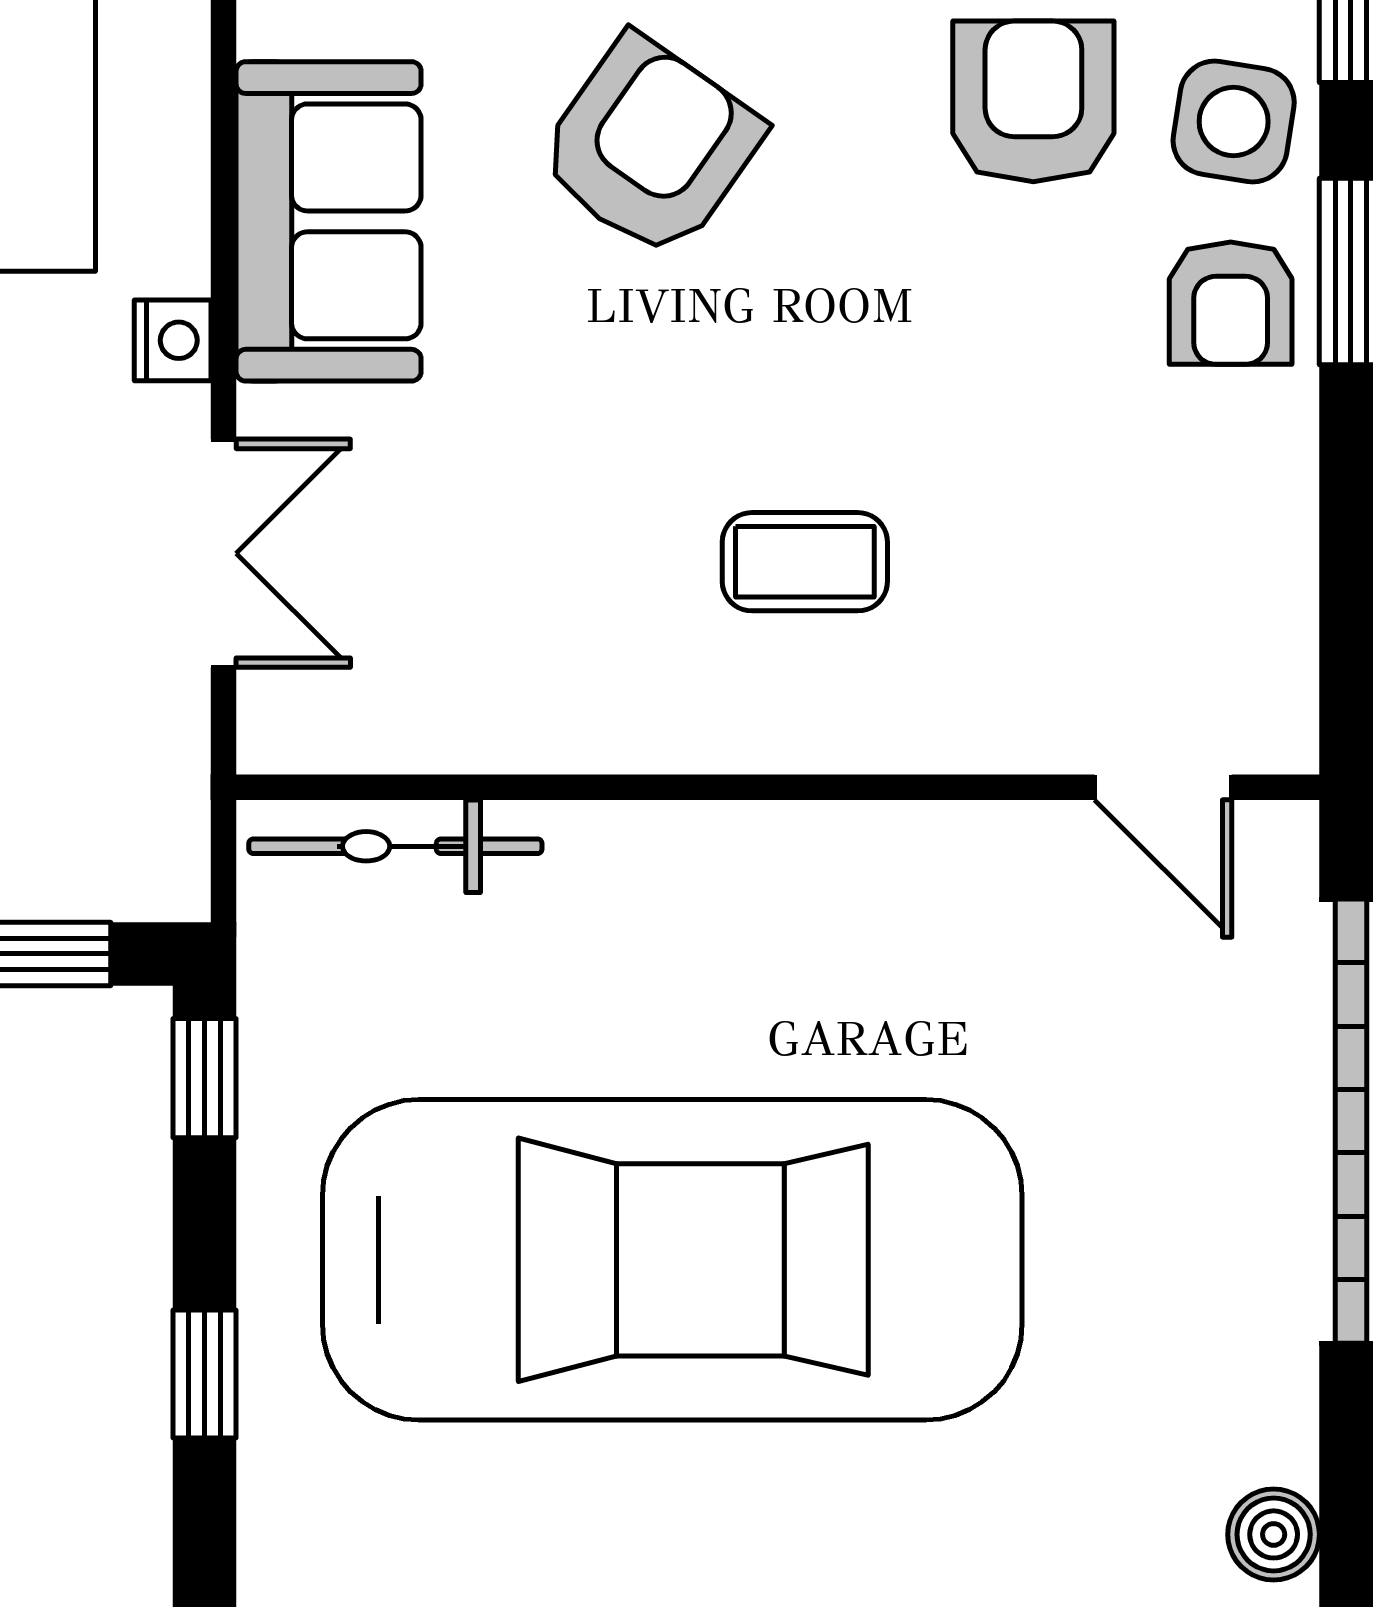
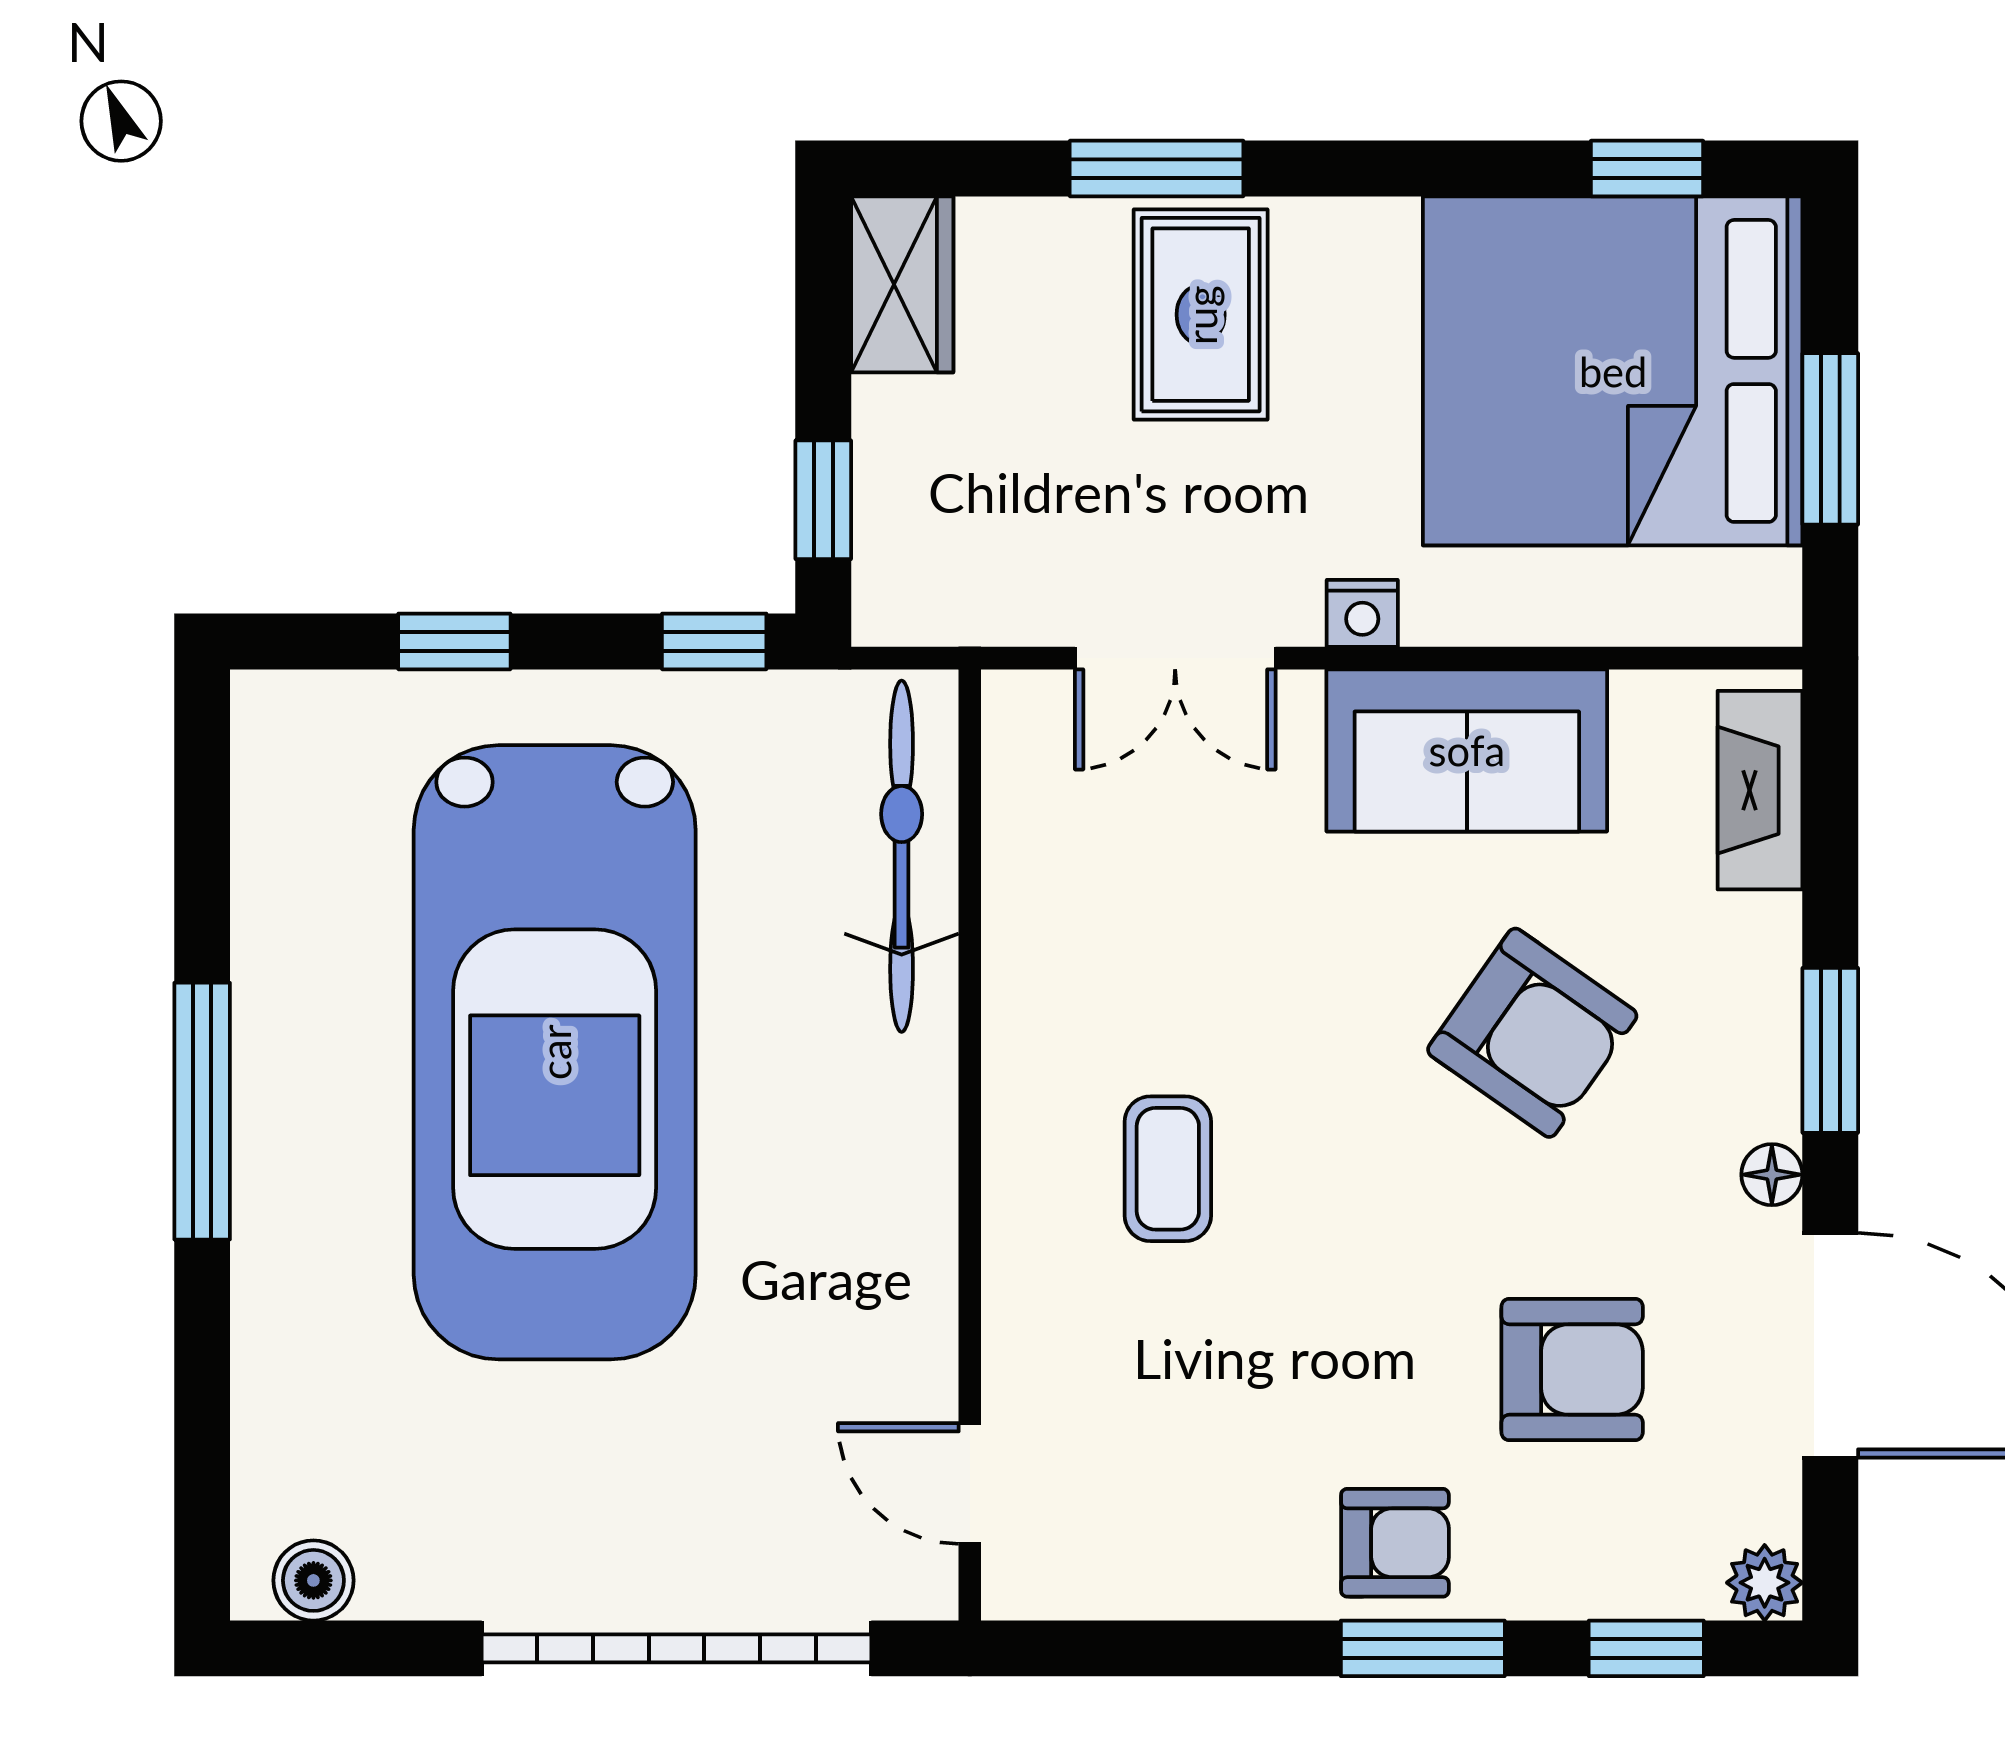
side table: (1234, 122) -> (1555, 1545), removed
armchair: (1231, 303) -> (1395, 1543), turned 180
door: (1163, 787) -> (970, 1483), hinge flipped
bicycle: (395, 846) -> (902, 856), width x1.37, depth x1.40

